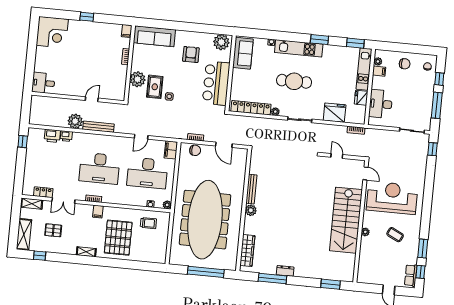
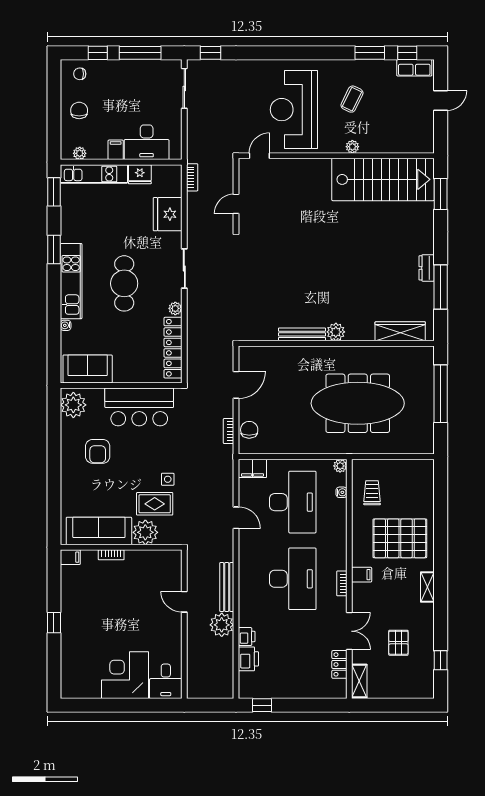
corner desk: (52, 32) -> (125, 675), moved, turned -90
sofa: (154, 36) -> (99, 531), moved, turned -90
armchair: (191, 54) -> (98, 451), turned -90
filing cabinet: (379, 71) -> (116, 150), moved
meeting table: (205, 220) -> (358, 403), width x0.73, depth x0.79
stairs: (346, 220) -> (383, 179), moved
shelving: (24, 234) -> (409, 689), removed

